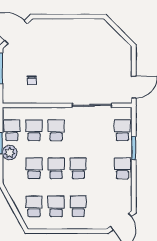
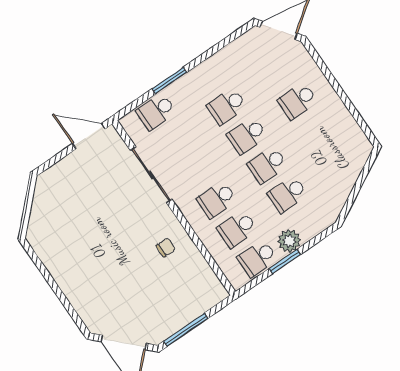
chair: (32, 80) -> (166, 247), moved
school desk: (122, 168) -> (227, 106), moved
school desk: (34, 206) -> (338, 159), removed
school desk: (56, 206) -> (318, 130), removed

